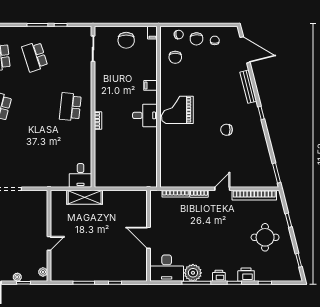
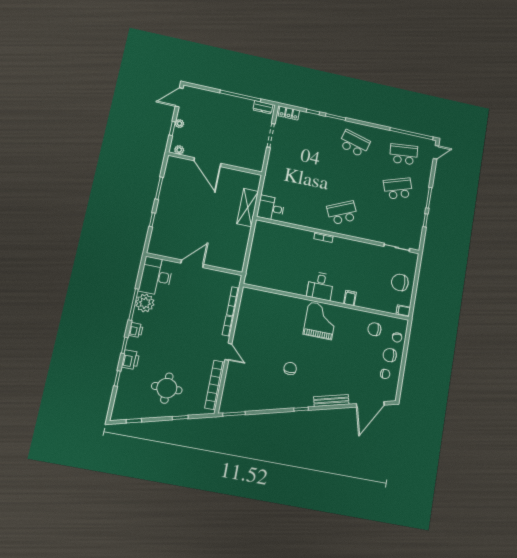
school desk: (70, 107) -> (342, 213), turned -30
door: (49, 243) -> (207, 162), width x1.88

